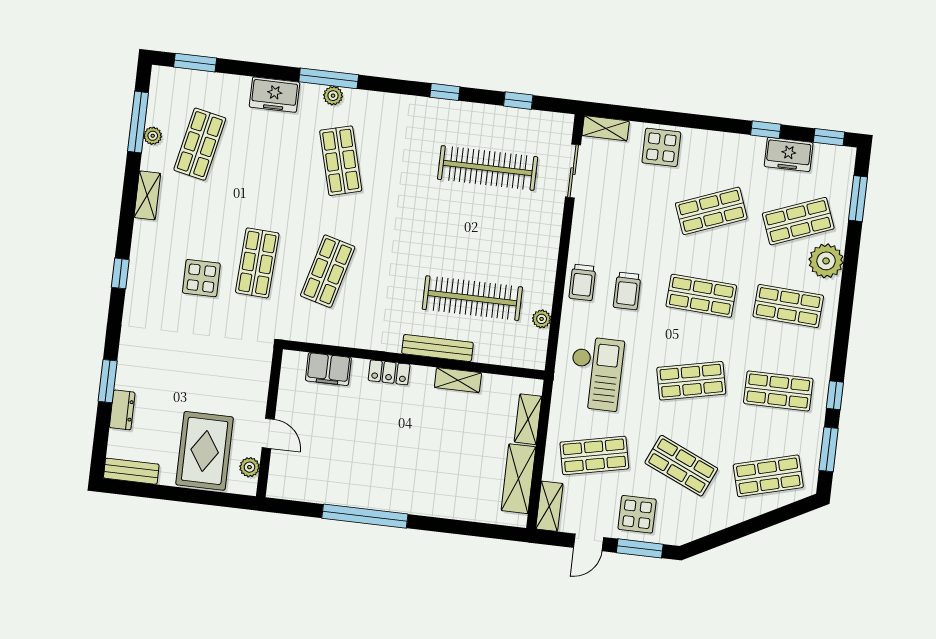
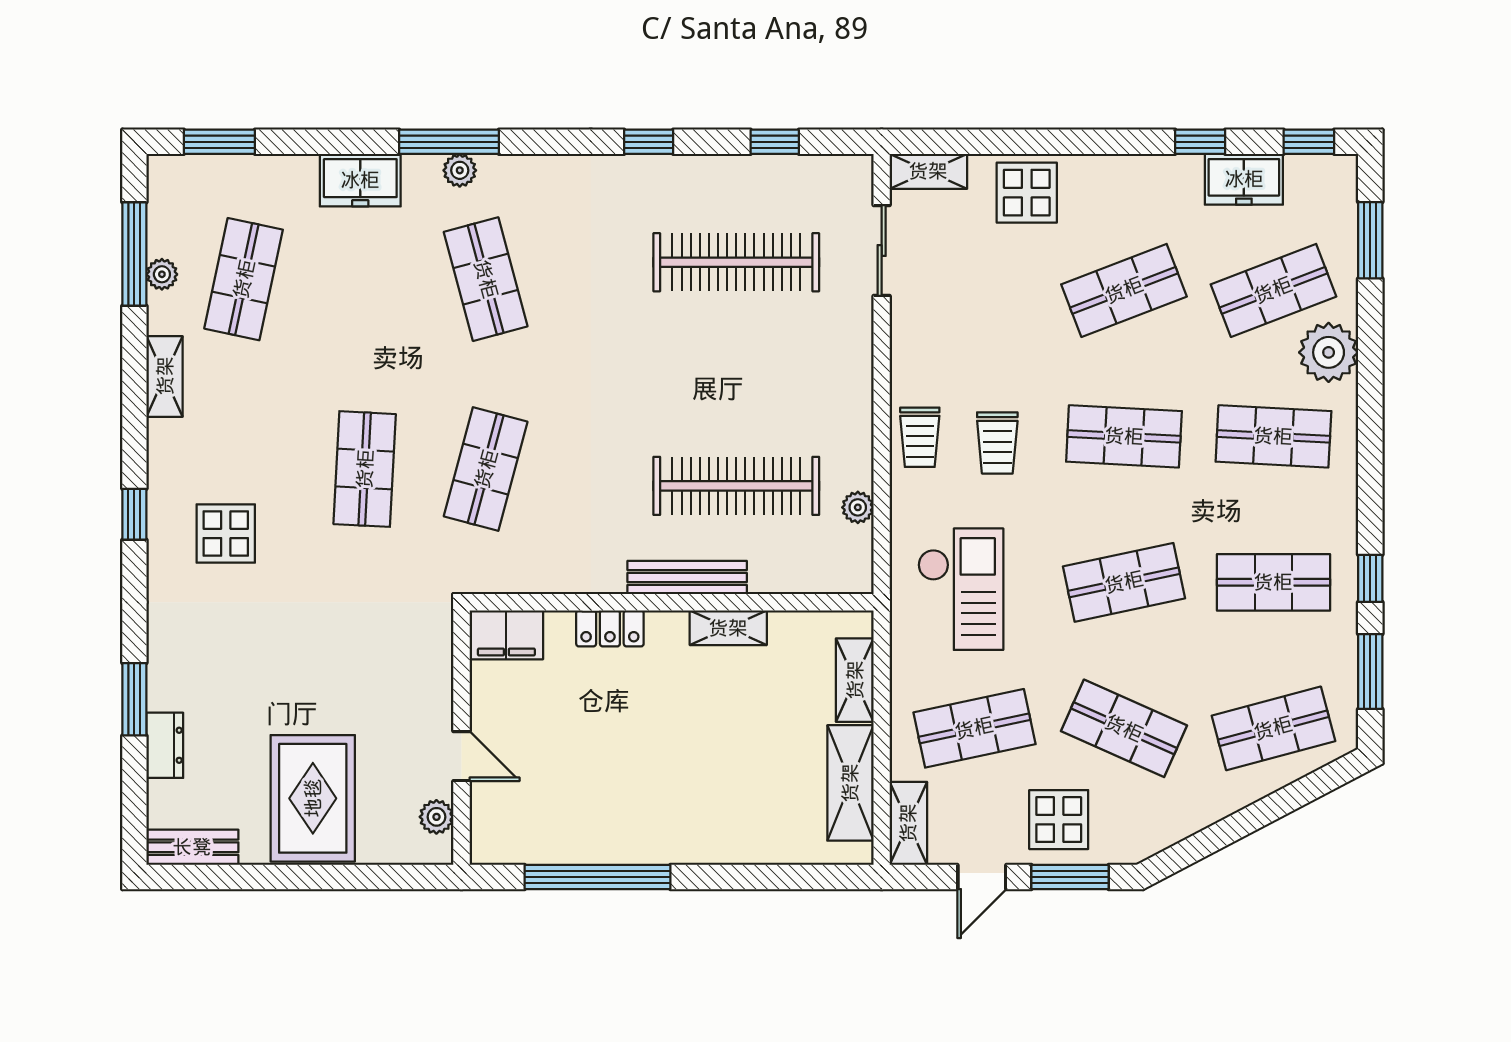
display table: (201, 278) -> (226, 533), moved
wall: (269, 423) -> (462, 738), moved
door: (268, 433) -> (462, 756), moved
plant: (249, 467) -> (436, 817), moved

